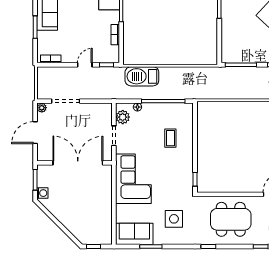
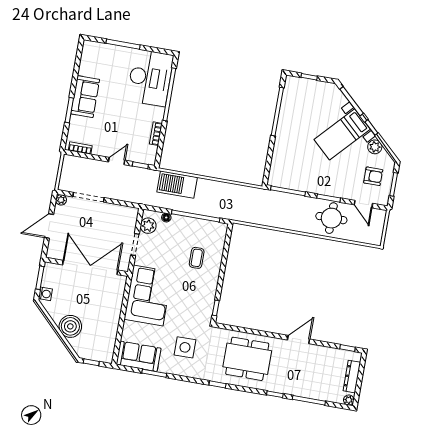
boiler: (70, 218) -> (70, 326), added

